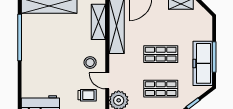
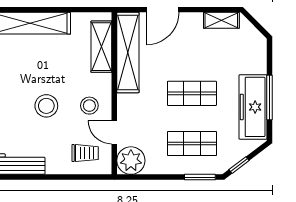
stool: (60, 63) -> (46, 106), added

